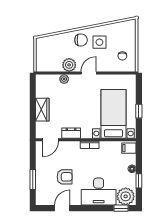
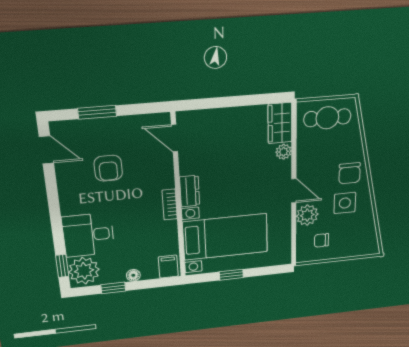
cafe table: (46, 54) -> (327, 118), added
plant: (69, 65) -> (307, 215), moved
wardrobe: (42, 110) -> (280, 123), moved, turned 90
dresser: (71, 133) -> (190, 191), moved
desk: (99, 192) -> (88, 235), width x0.73
door: (62, 208) -> (46, 150), moved

